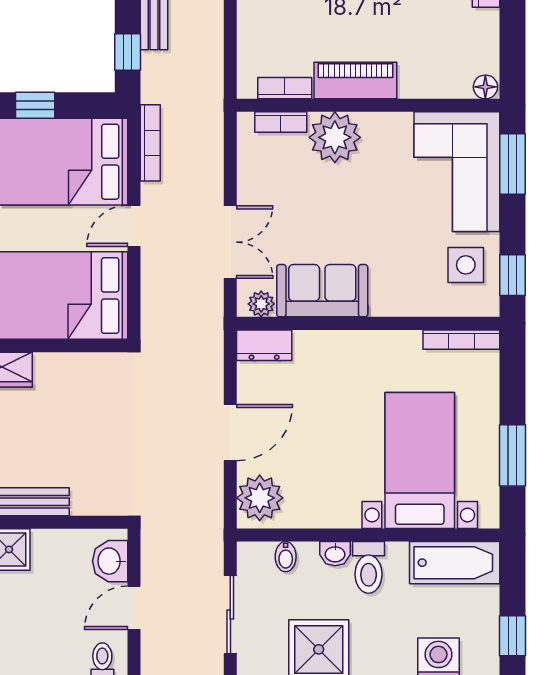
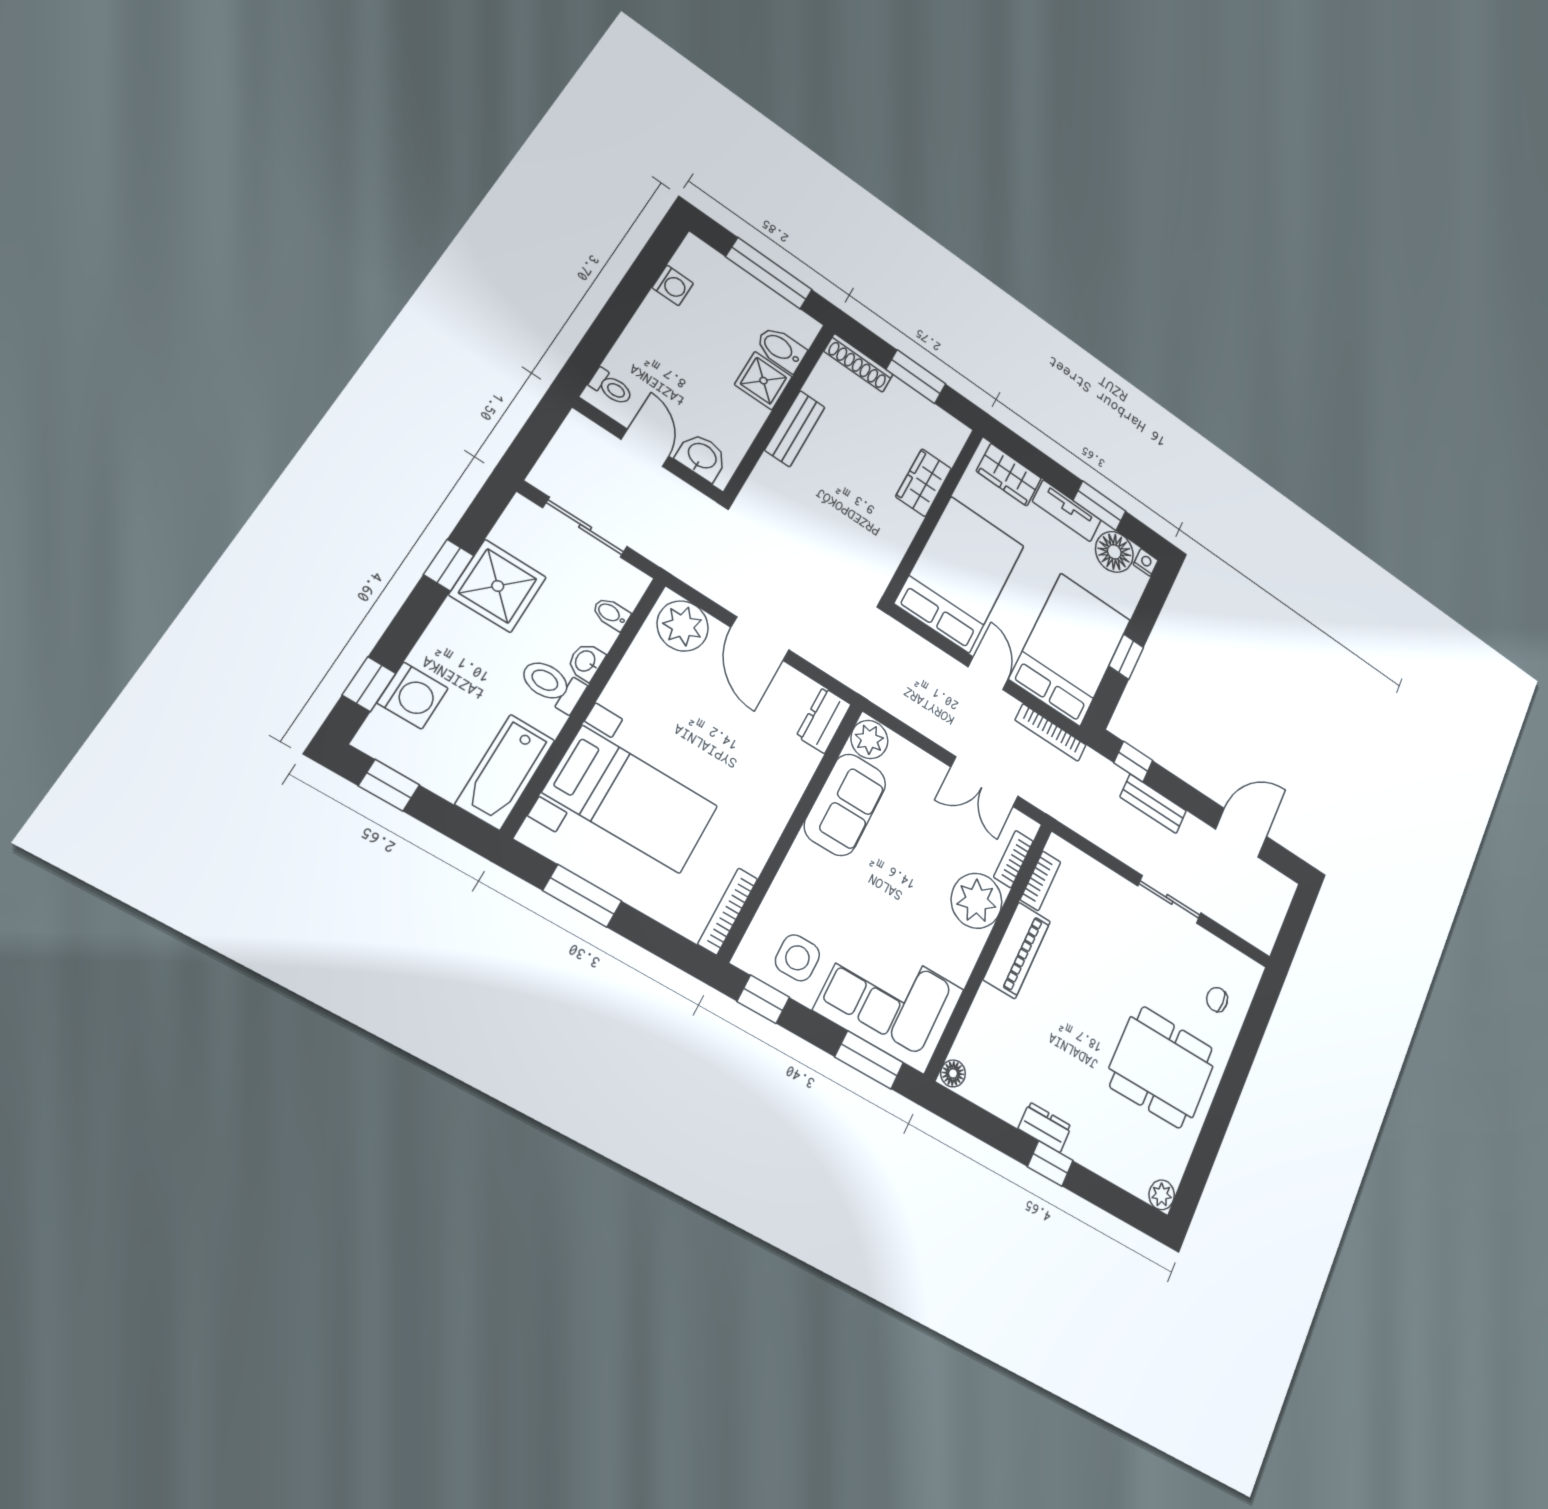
double door: (230, 242) -> (984, 782), moved
plant: (261, 304) -> (869, 739), width x1.38, depth x1.38

